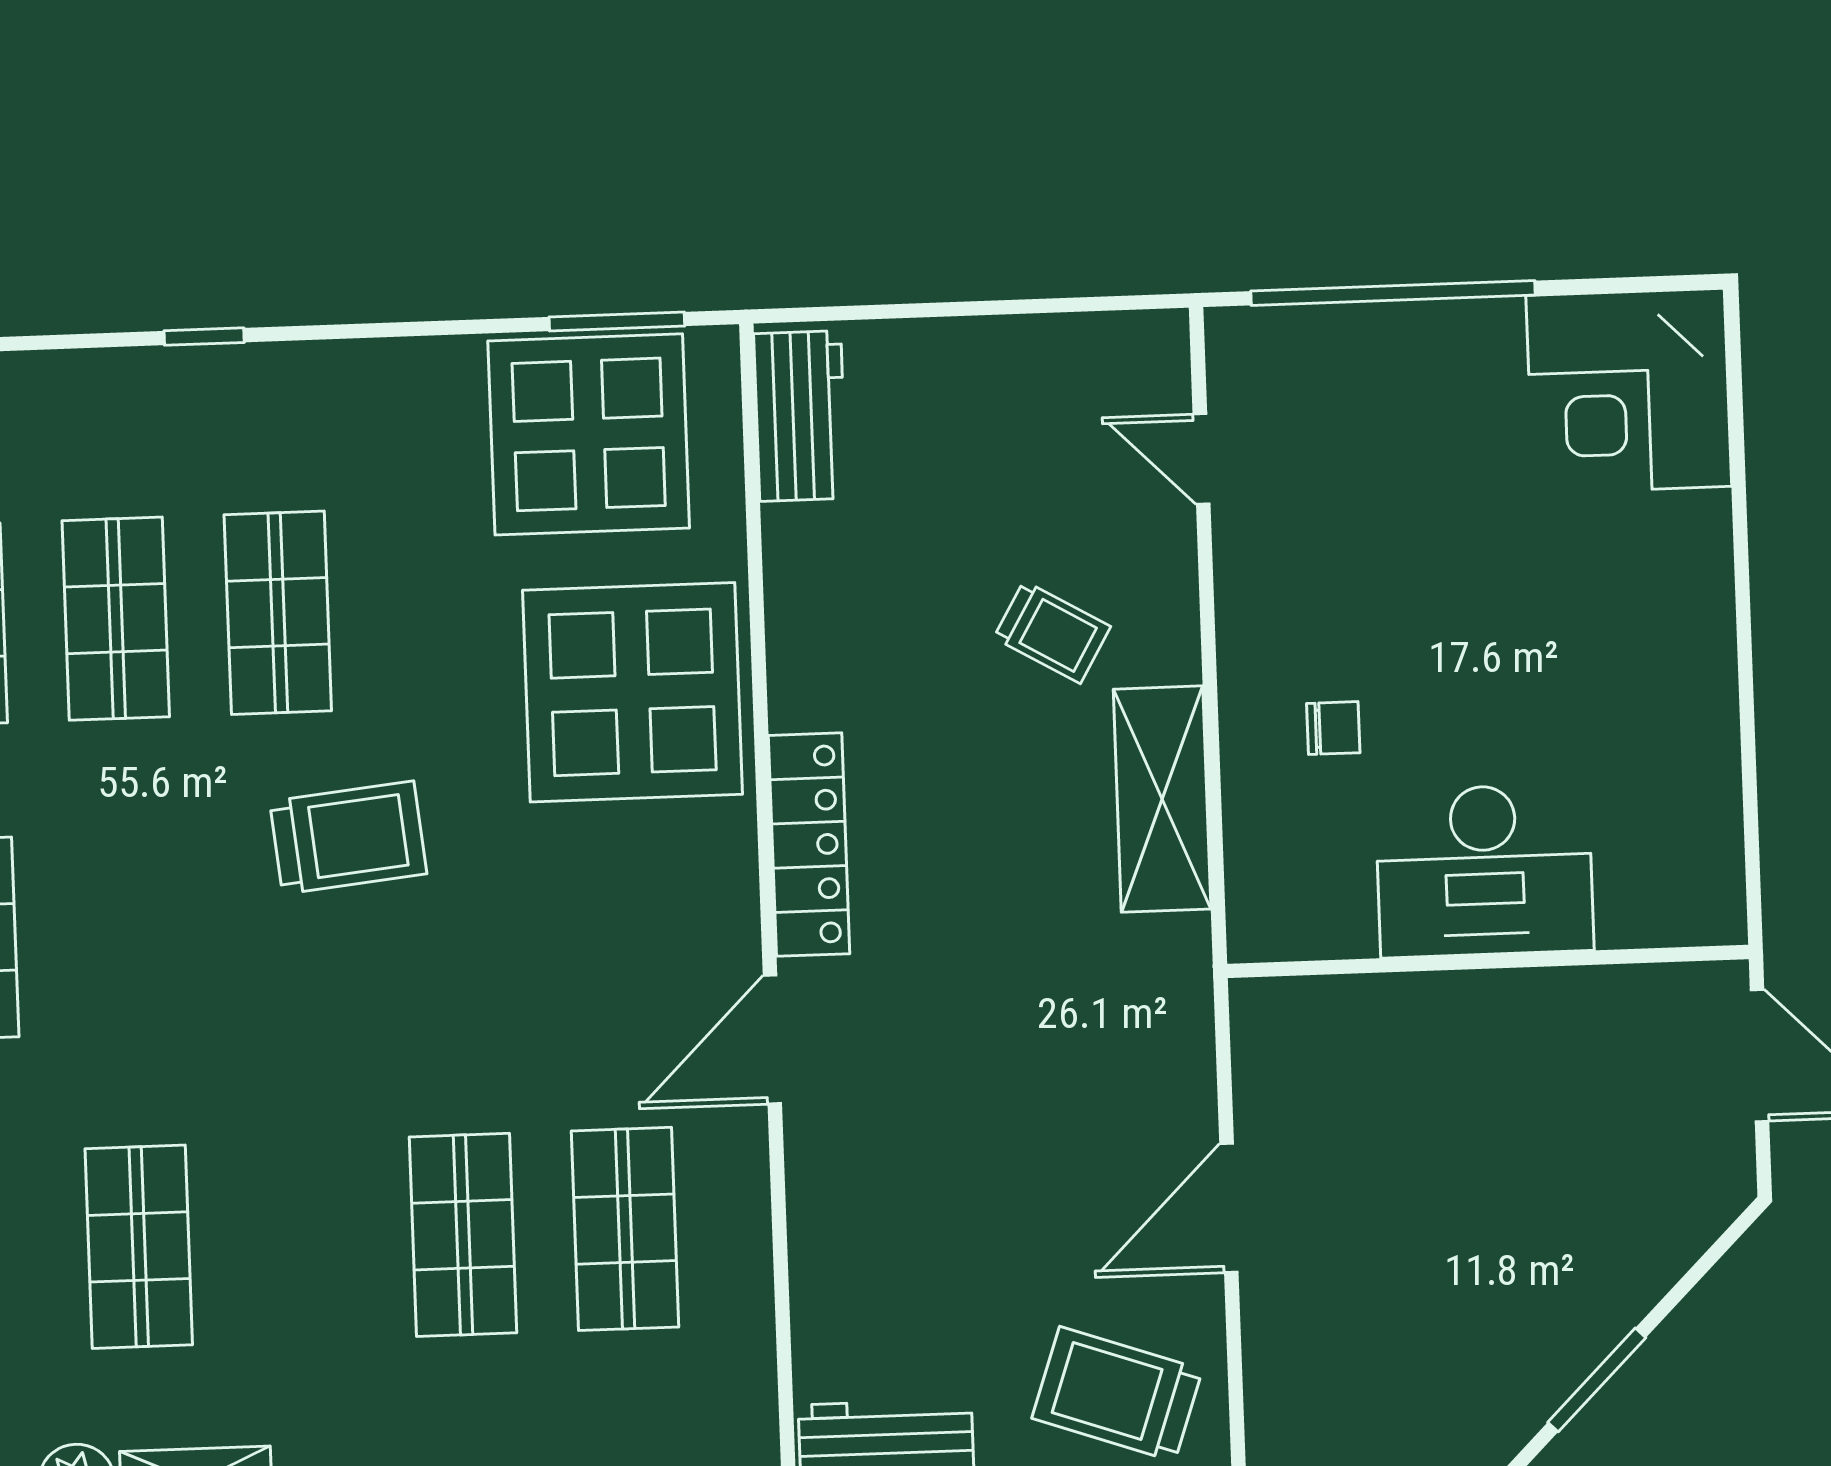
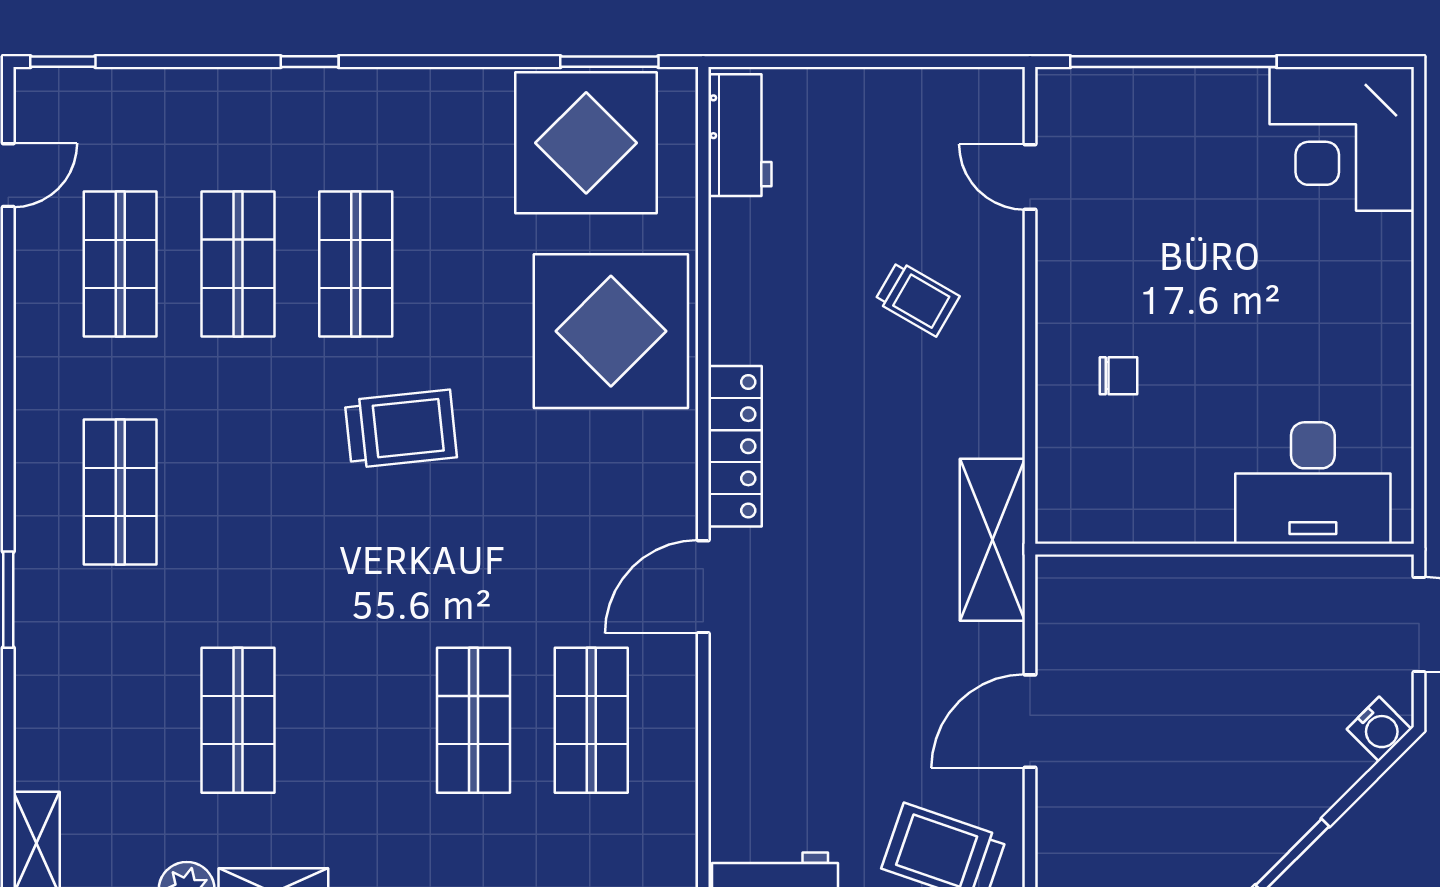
shelving: (1162, 799) -> (992, 540), moved
desk: (1484, 871) -> (1313, 483), moved
water cooler: (1710, 1201) -> (1379, 729), added

